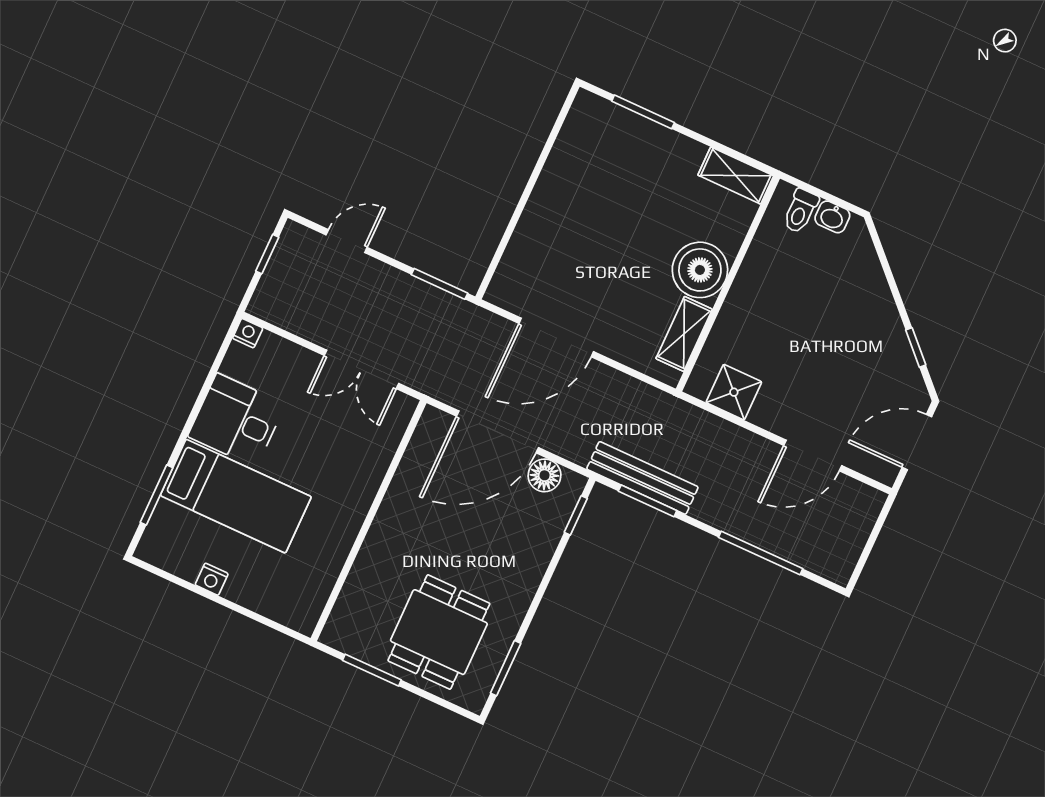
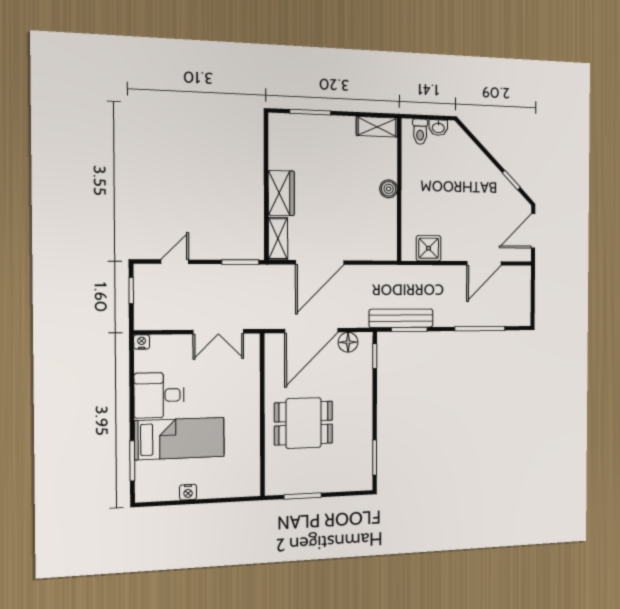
wardrobe: (545, 211) -> (281, 193), added
boiler: (700, 270) -> (389, 189), width x0.54, depth x0.54
shelving: (684, 334) -> (278, 239), moved
dining table: (439, 632) -> (304, 423), moved, turned 90

